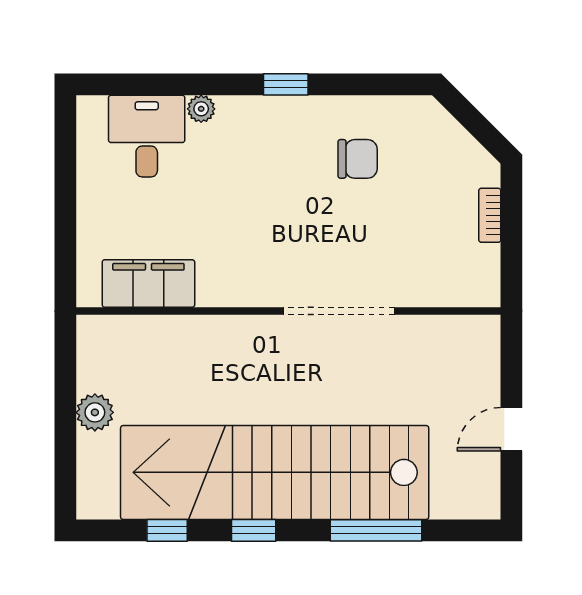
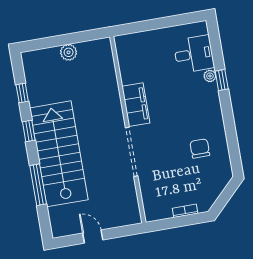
window: (286, 84) -> (222, 80), moved
chair: (358, 159) -> (200, 148), turned 180
filing cabinet: (148, 283) -> (136, 105), moved
stairs: (275, 472) -> (59, 154), width x0.73

